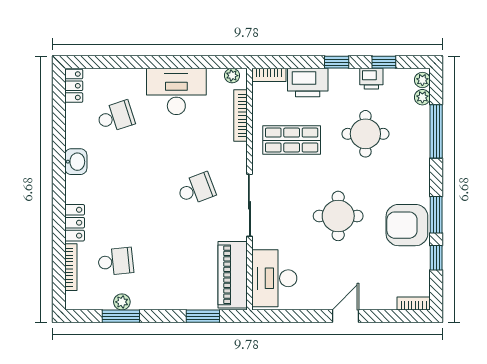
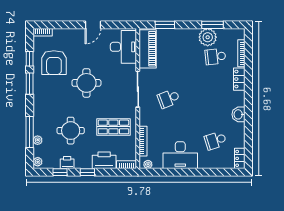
plant: (422, 97) -> (38, 140), moved
armchair: (407, 225) -> (54, 63), moved, turned 90
plant: (122, 302) -> (208, 37), width x1.88, depth x1.88
door: (346, 316) -> (93, 25), moved

